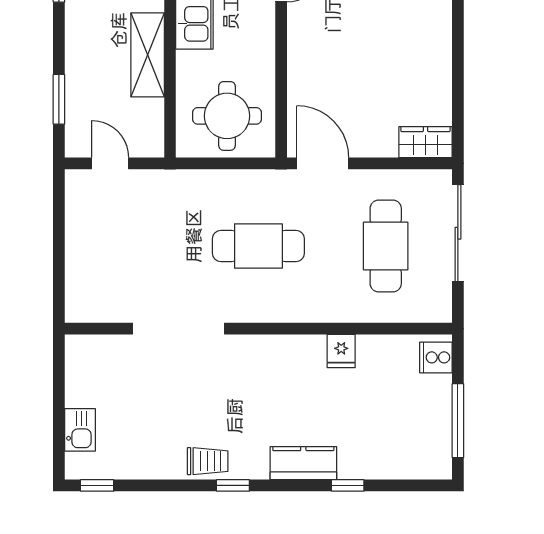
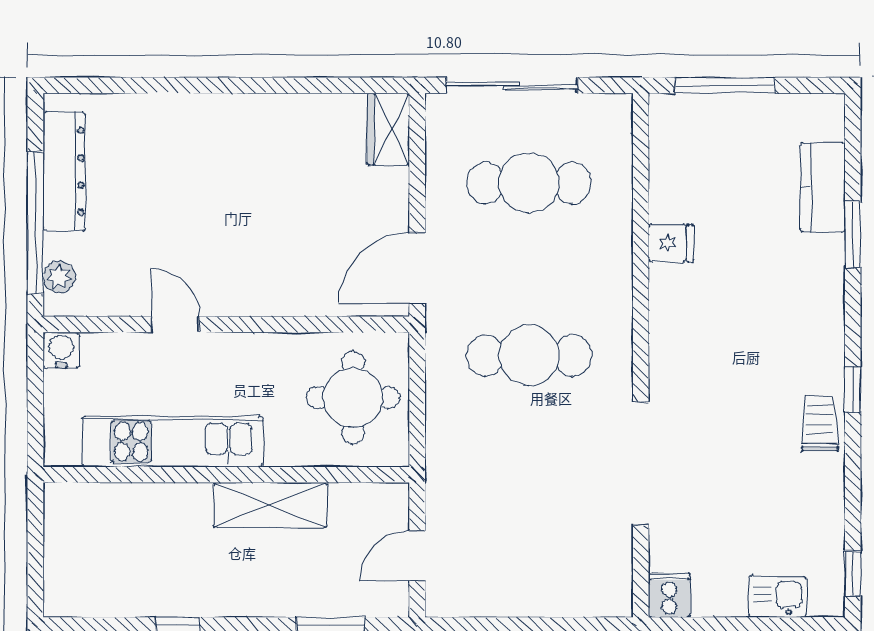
cafe table: (258, 246) -> (529, 355), turned 90
cooker: (436, 357) -> (669, 595), moved, turned 180
window: (458, 421) -> (725, 85), moved
kitchen counter: (303, 463) -> (823, 187), moved
window: (348, 485) -> (853, 234), width x1.50

